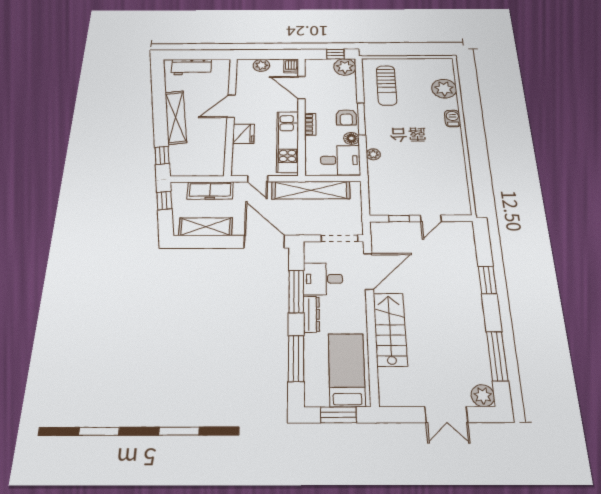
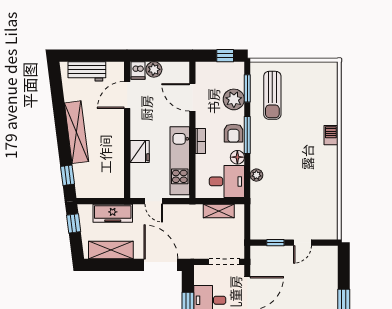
dishwasher: (291, 66) -> (138, 70), moved
plant: (345, 67) -> (234, 99), moved
window: (360, 80) -> (247, 88), added
plant: (444, 89) -> (326, 99), removed
door: (231, 106) -> (127, 95), moved
shelving: (311, 190) -> (219, 211), width x0.45, depth x0.75

